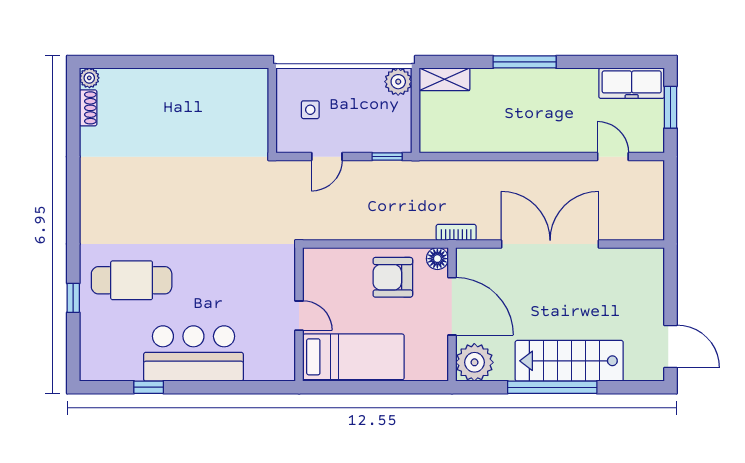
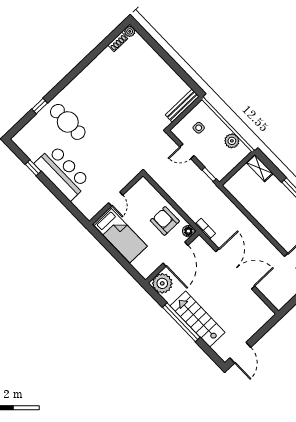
plant: (398, 82) -> (232, 141), moved
bench: (259, 103) -> (182, 106), added

